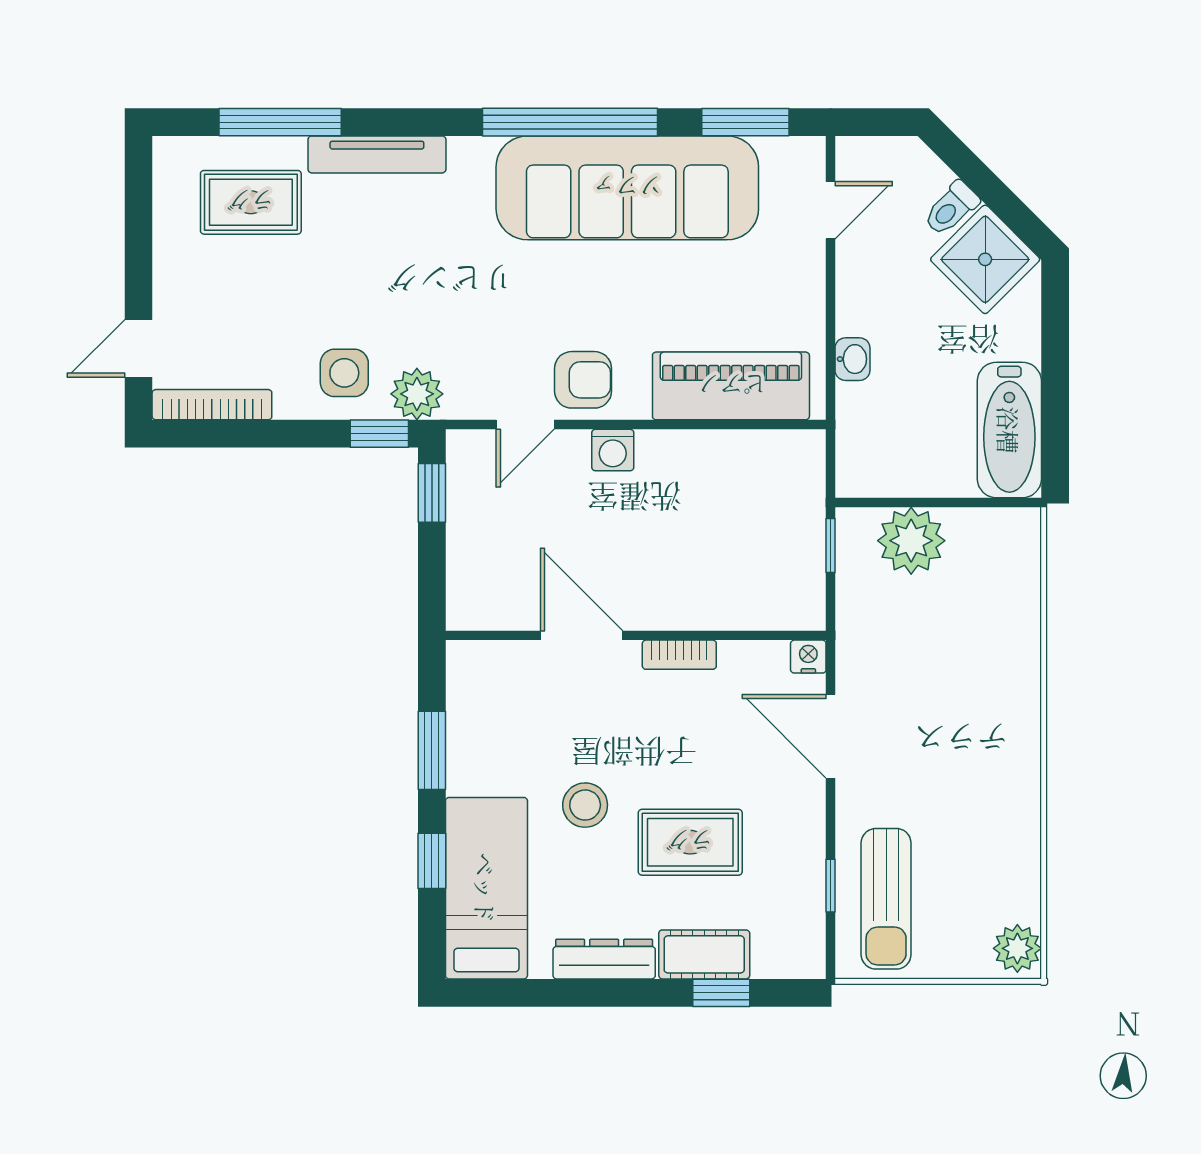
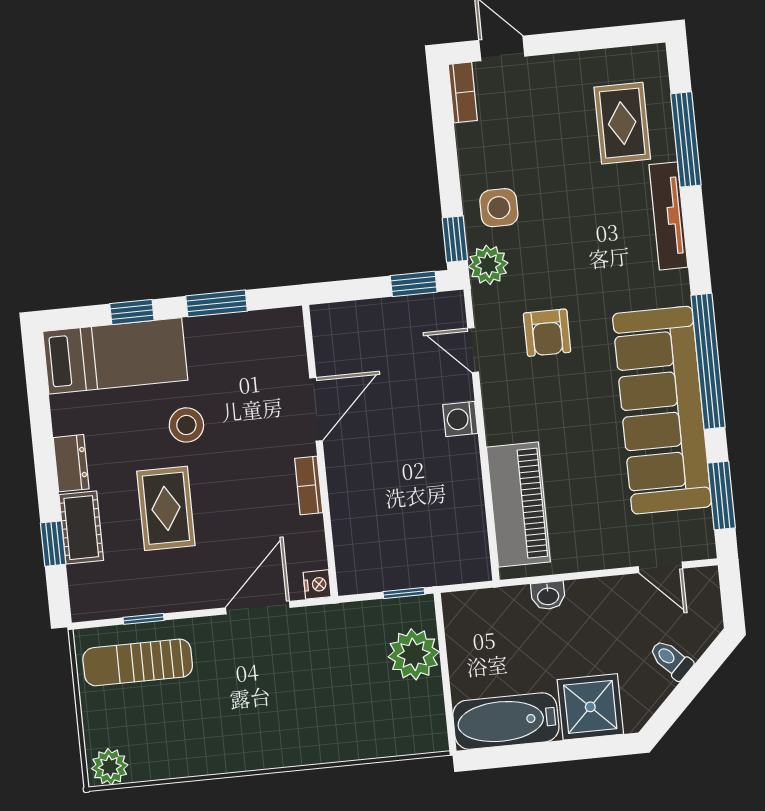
shower: (985, 259) -> (590, 707), moved, turned 45
armchair: (583, 380) -> (547, 333), moved
bookcase: (212, 405) -> (463, 92), width x0.64
dresser: (604, 959) -> (71, 463), width x0.70

